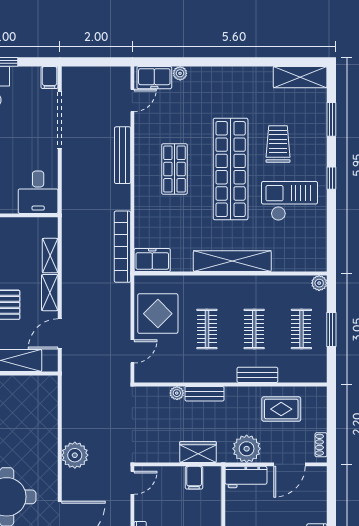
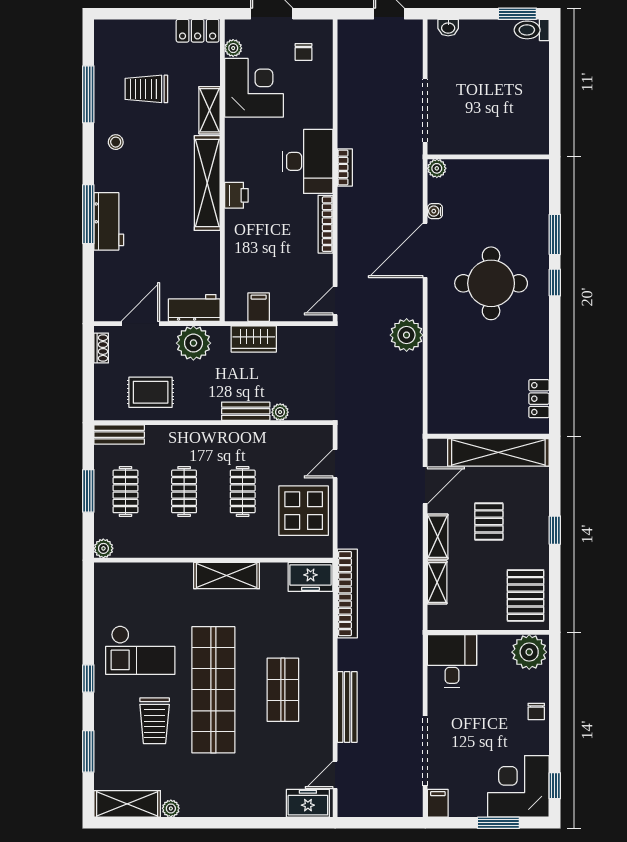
plant: (180, 73) -> (171, 808), moved
shelving: (232, 261) -> (227, 576), width x0.68
bench: (257, 375) -> (119, 435), moved

